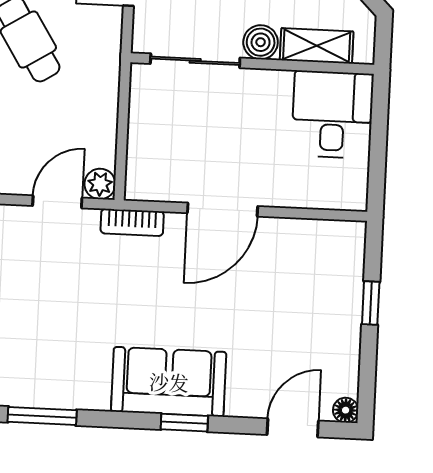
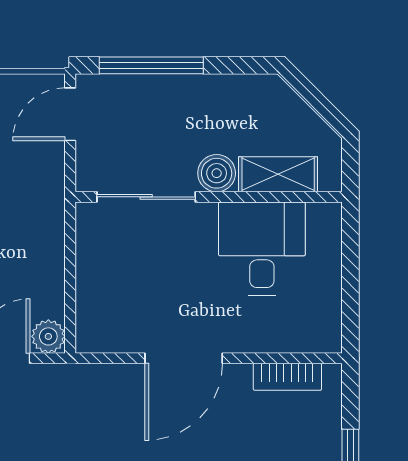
desk: (333, 114) -> (262, 249), moved
bookcase: (132, 222) -> (287, 377), moved

